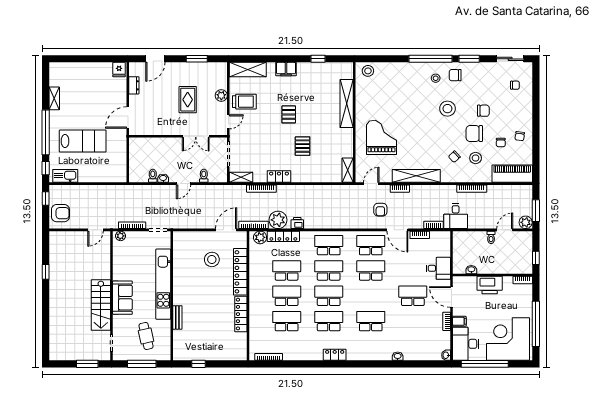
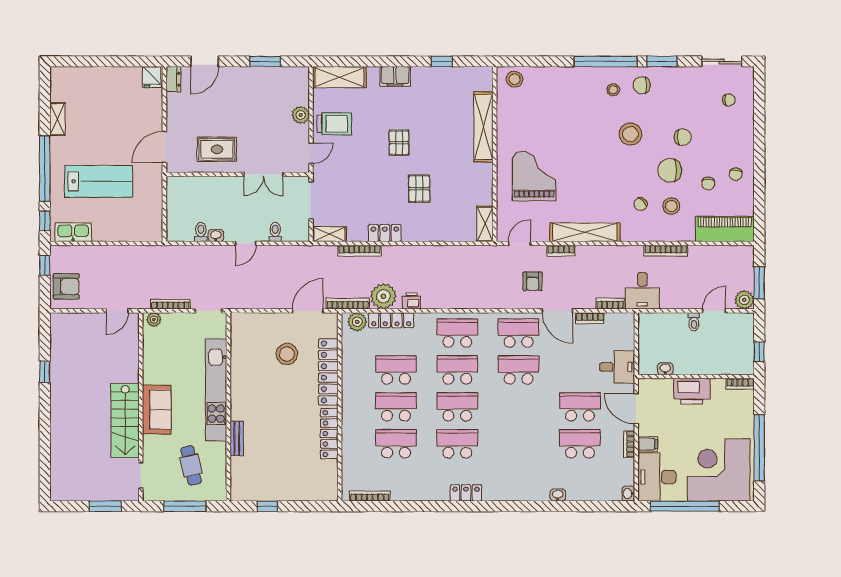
dresser: (134, 85) -> (173, 79), moved
rug: (188, 100) -> (217, 149), moved, turned 90
school desk: (371, 321) -> (580, 444), moved

